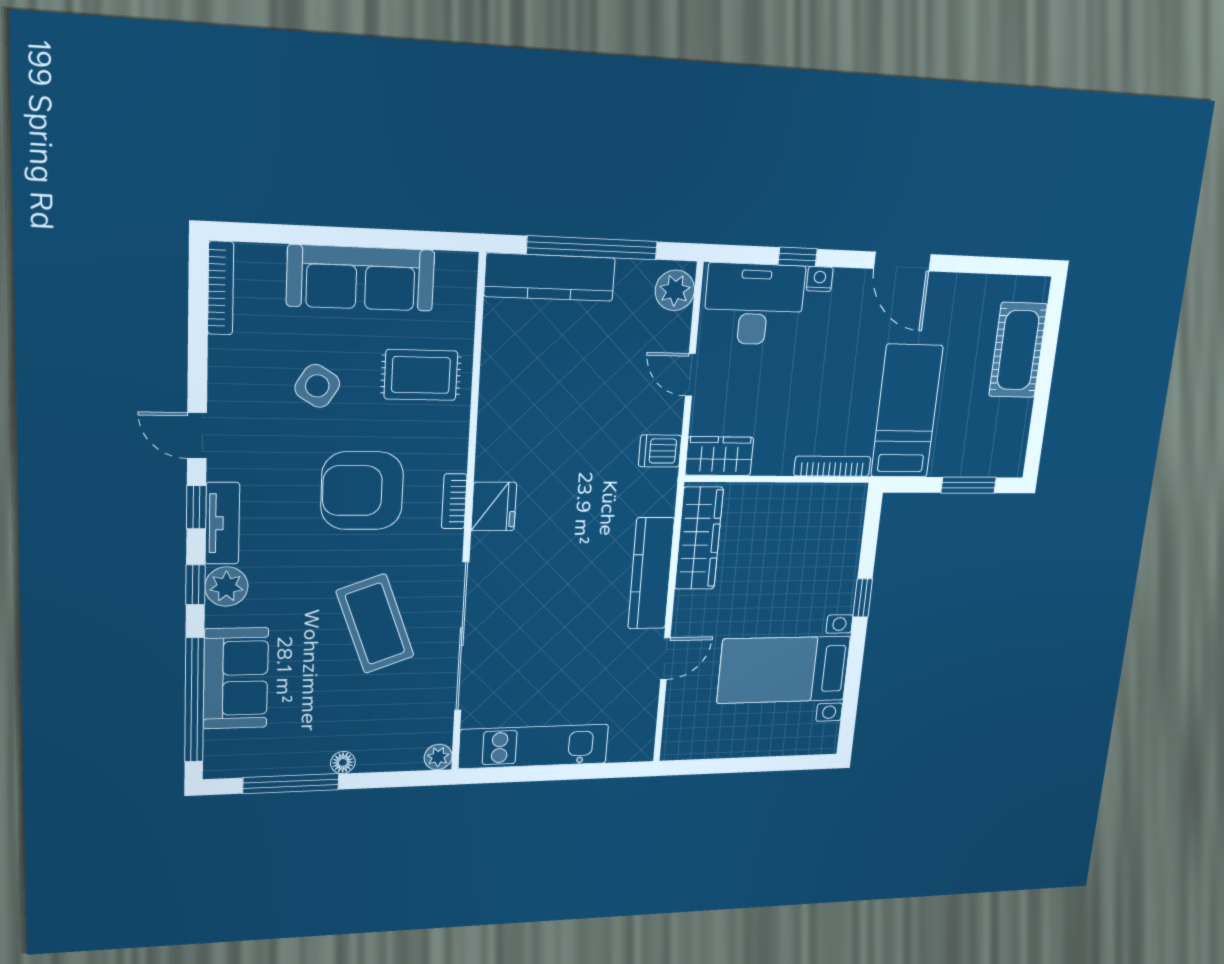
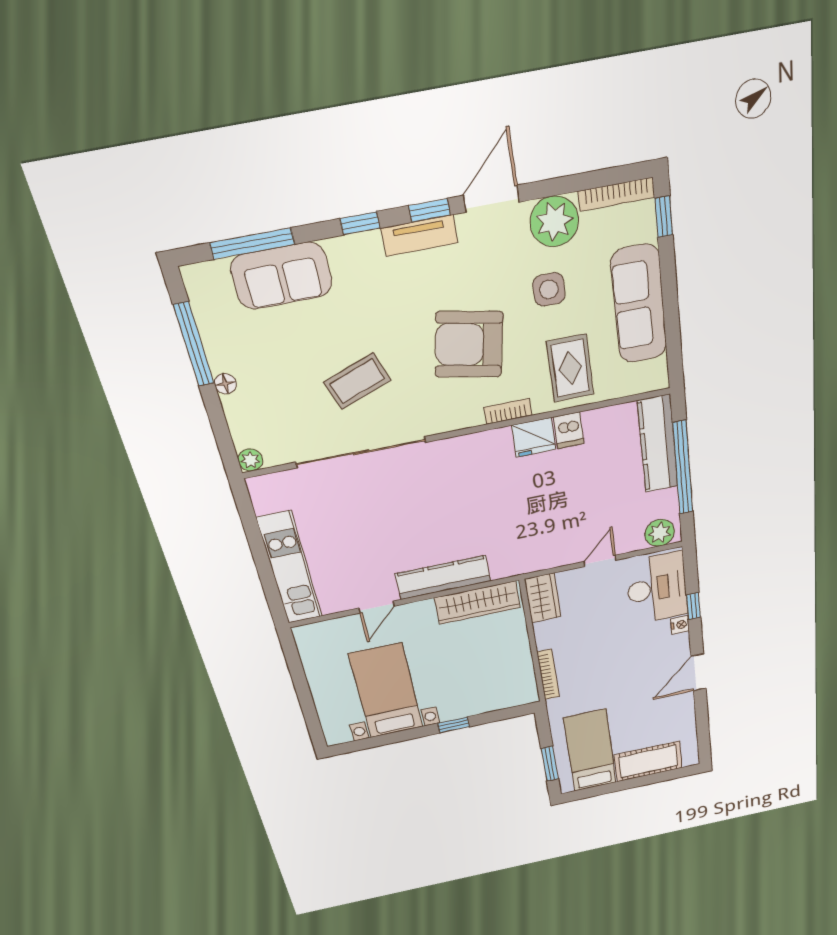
window: (259, 233) -> (664, 217), added
side table: (317, 386) -> (549, 289), turned -32
bed: (907, 411) -> (590, 751), moved, turned -90
door: (197, 436) -> (491, 199), width x1.38
dishwasher: (660, 451) -> (569, 430), moved, turned 180
armchair: (362, 491) -> (469, 345), turned -79
bookcase: (454, 501) -> (508, 411), moved
fridge: (494, 506) -> (534, 437), moved
plant: (226, 587) -> (554, 221), moved, width x1.36, depth x1.36
coffee table: (375, 624) -> (357, 381), width x0.73, depth x0.76
door: (665, 659) -> (376, 607), hinge flipped
window: (194, 700) -> (252, 244), width x0.68
kitchen unit: (534, 746) -> (290, 568), moved

